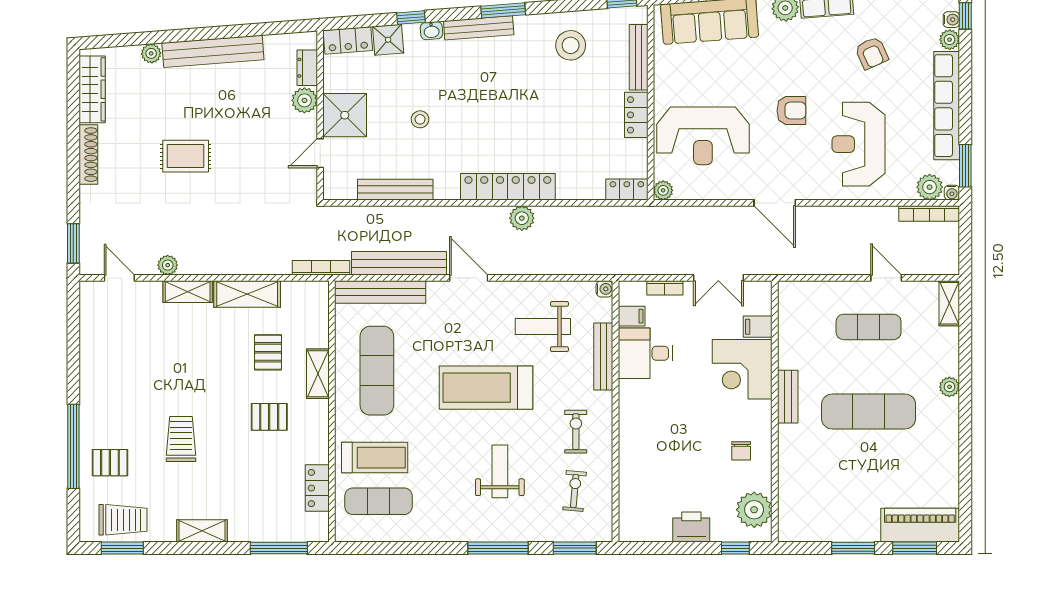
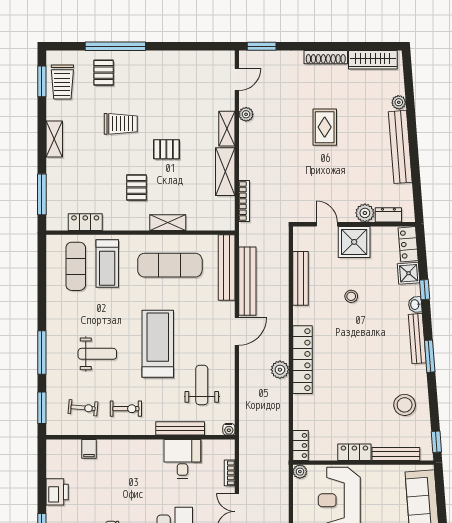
bookcase: (321, 268) -> (244, 201), moved
filing cabinet: (632, 316) -> (89, 449), moved
pallet: (268, 352) -> (166, 149), moved

